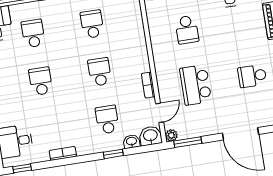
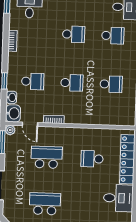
school desk: (252, 76) -> (45, 204), width x1.85

